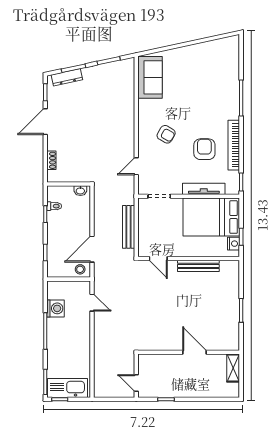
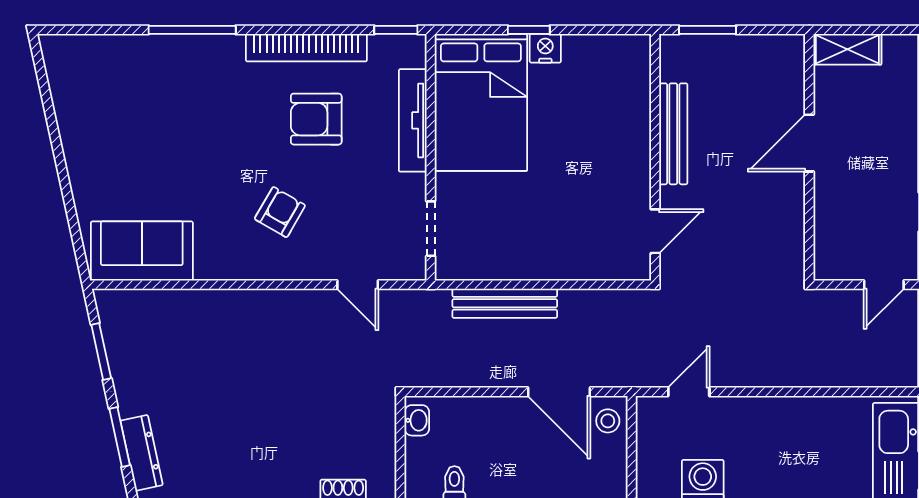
door: (158, 258) -> (655, 231), moved
wall: (189, 258) -> (655, 157), moved
bench: (198, 266) -> (673, 134), moved

